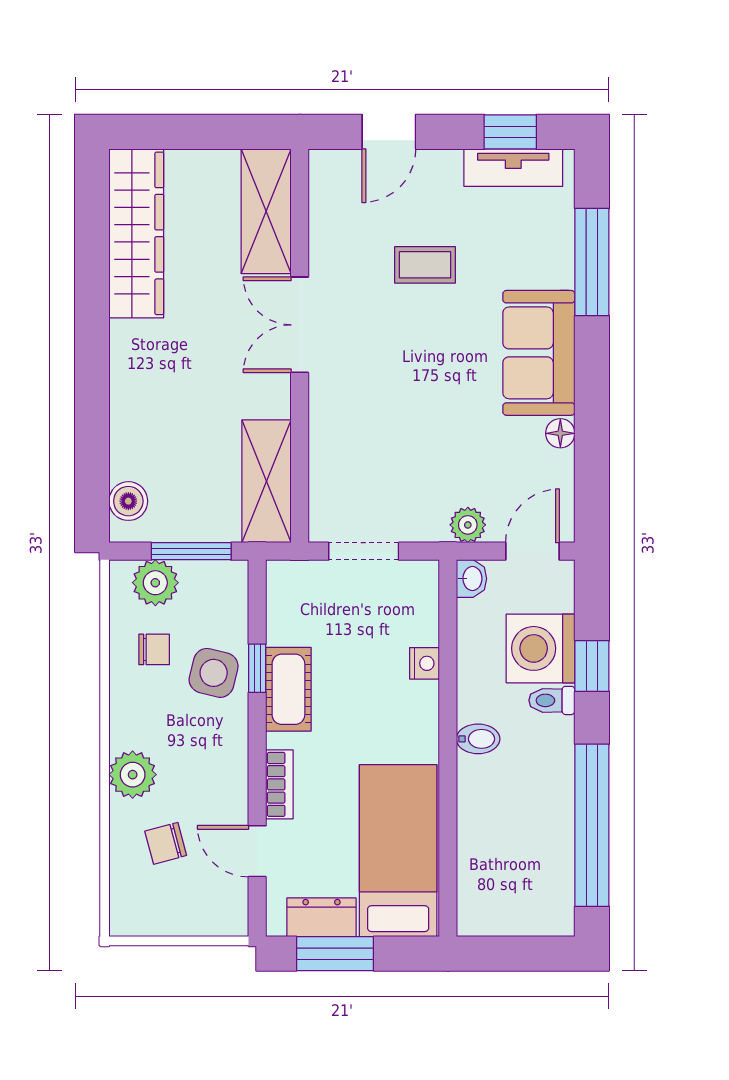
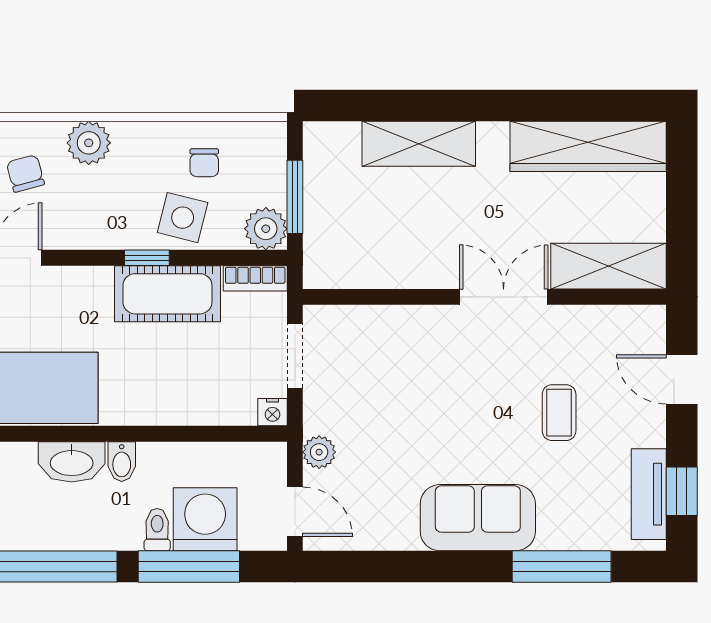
floor lamp: (560, 433) -> (404, 537), removed
shelving: (267, 481) -> (419, 144), moved
boiler: (128, 501) -> (341, 139), removed
washbasin: (472, 579) -> (72, 462), moved, width x1.91, depth x1.45
plant: (155, 583) -> (266, 229), moved
nightstand: (424, 663) -> (272, 412), moved
window: (592, 666) -> (189, 567), width x2.17
window: (257, 668) -> (147, 258), moved
cot: (288, 689) -> (167, 294), width x1.37, depth x1.34
bookcase: (279, 784) -> (255, 278), moved

